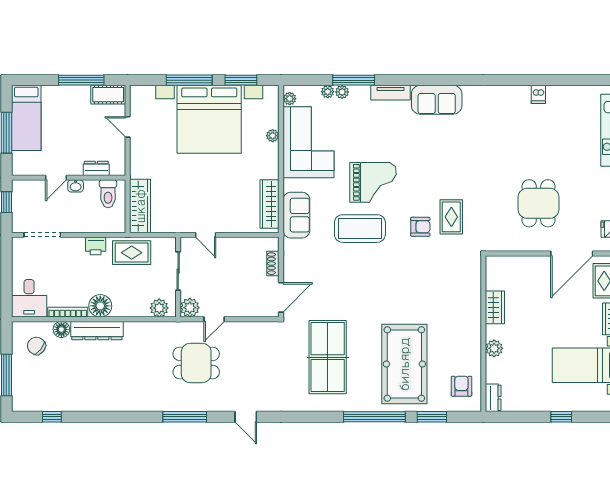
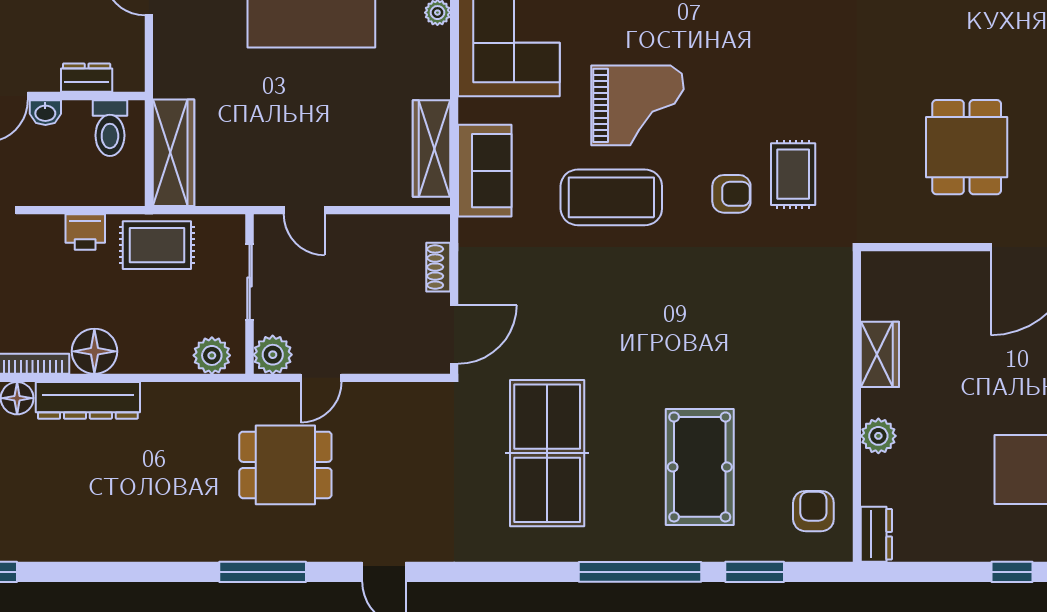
pool table: (404, 364) -> (700, 467), width x0.73, depth x0.76

